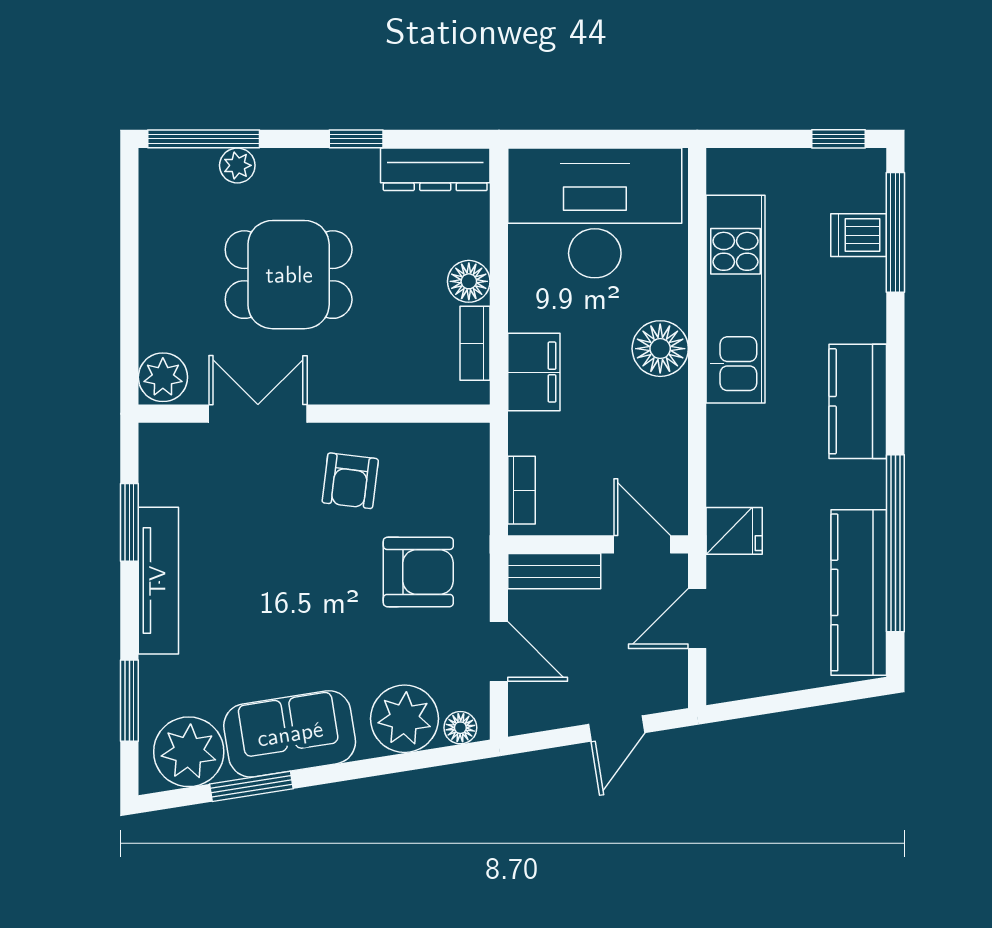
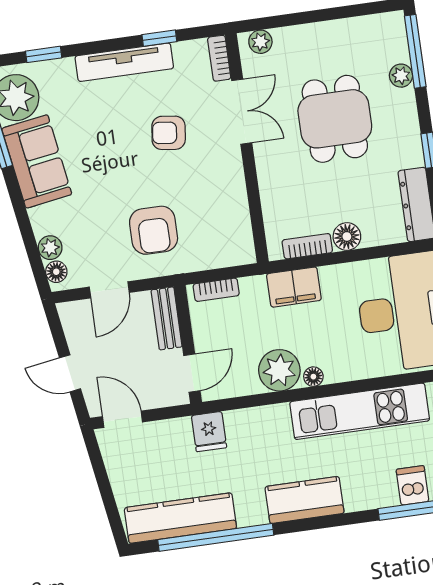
floor lamp: (660, 349) -> (313, 377), width x0.53, depth x0.53
plant: (163, 377) -> (260, 42), width x0.73, depth x0.73
plant: (657, 412) -> (279, 370), added
bookcase: (172, 436) -> (219, 58), added
armchair: (350, 481) -> (169, 133), moved
window: (129, 522) -> (159, 38), width x0.67
door: (697, 618) -> (123, 419), moved
window: (129, 701) -> (44, 54), width x0.67
plant: (405, 719) -> (50, 248), width x0.53, depth x0.53

